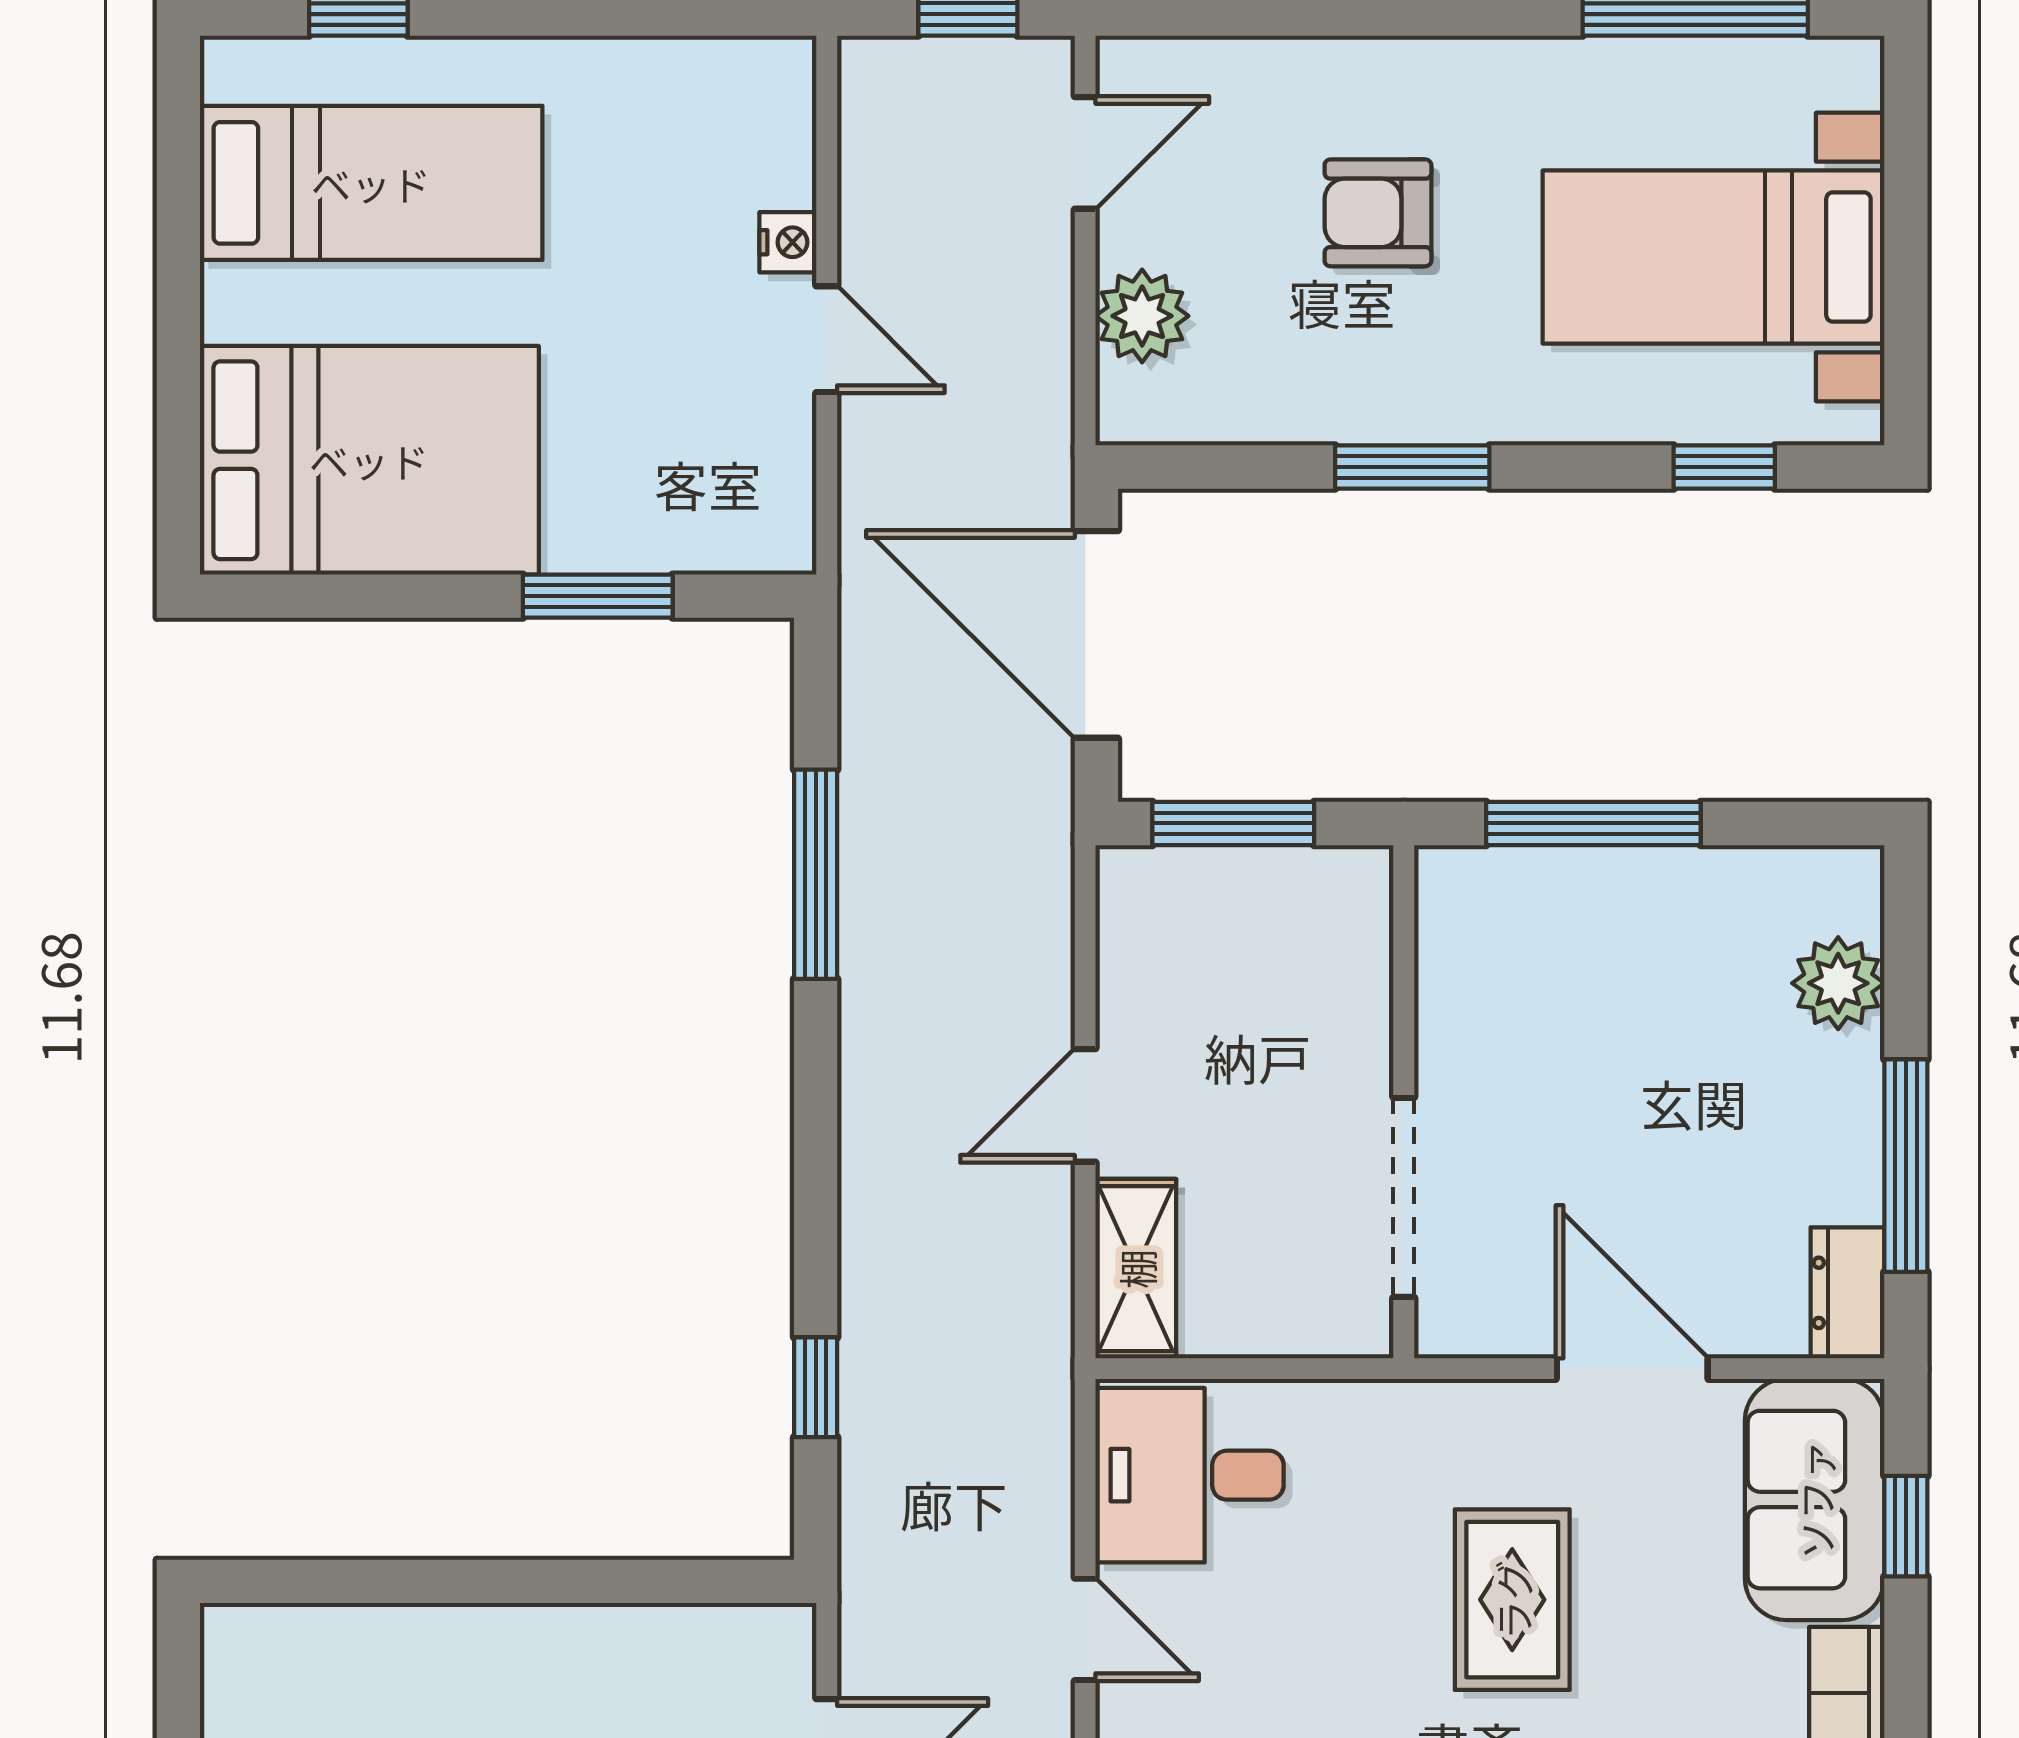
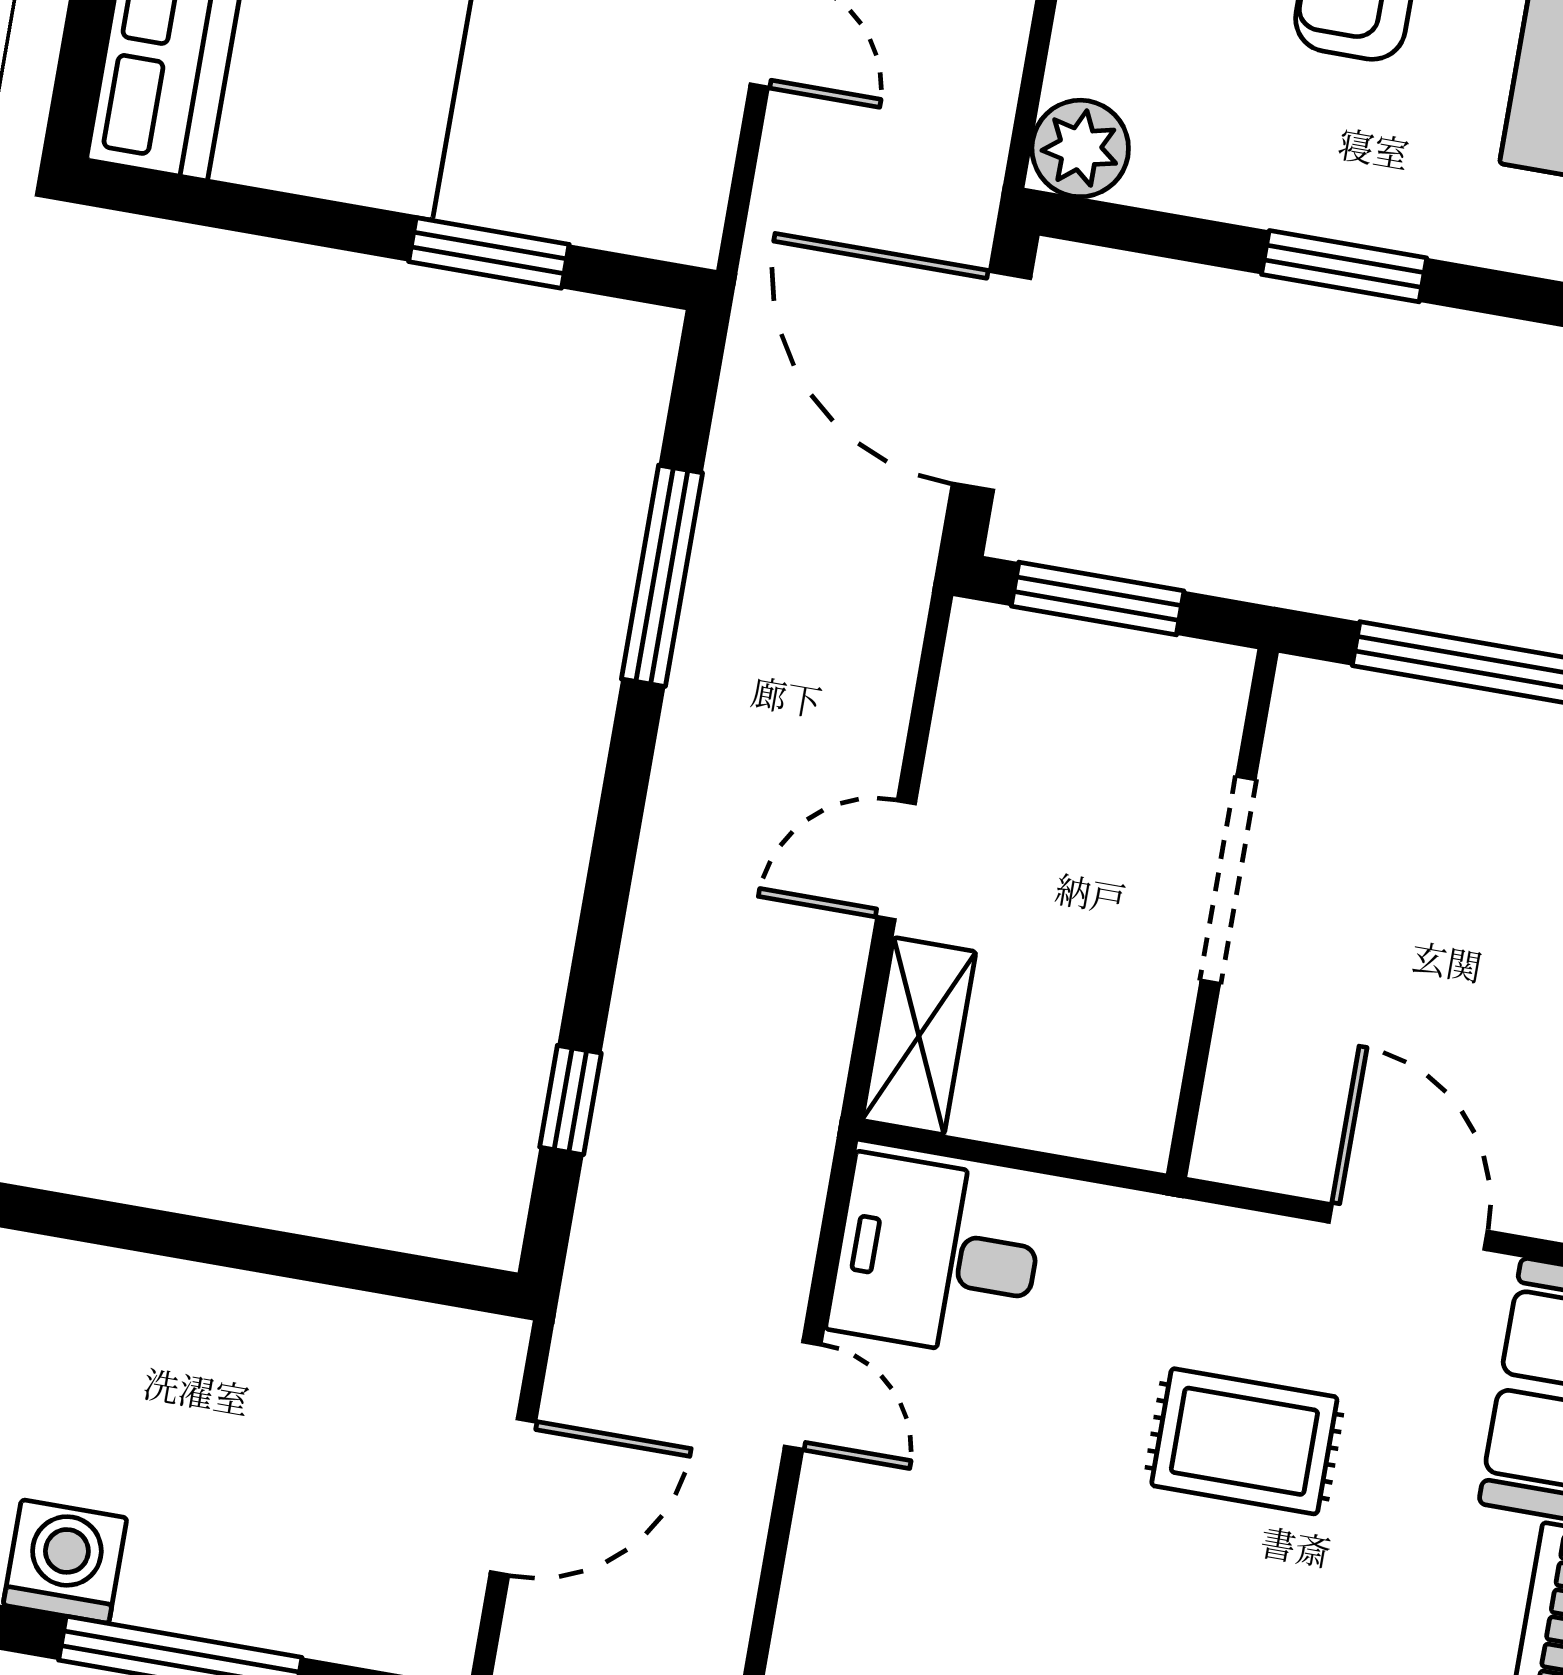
plant: (1142, 316) -> (1080, 148), moved
doorway: (1404, 1197) -> (1228, 880), moved
rug: (1512, 1600) -> (1244, 1441), turned 90

